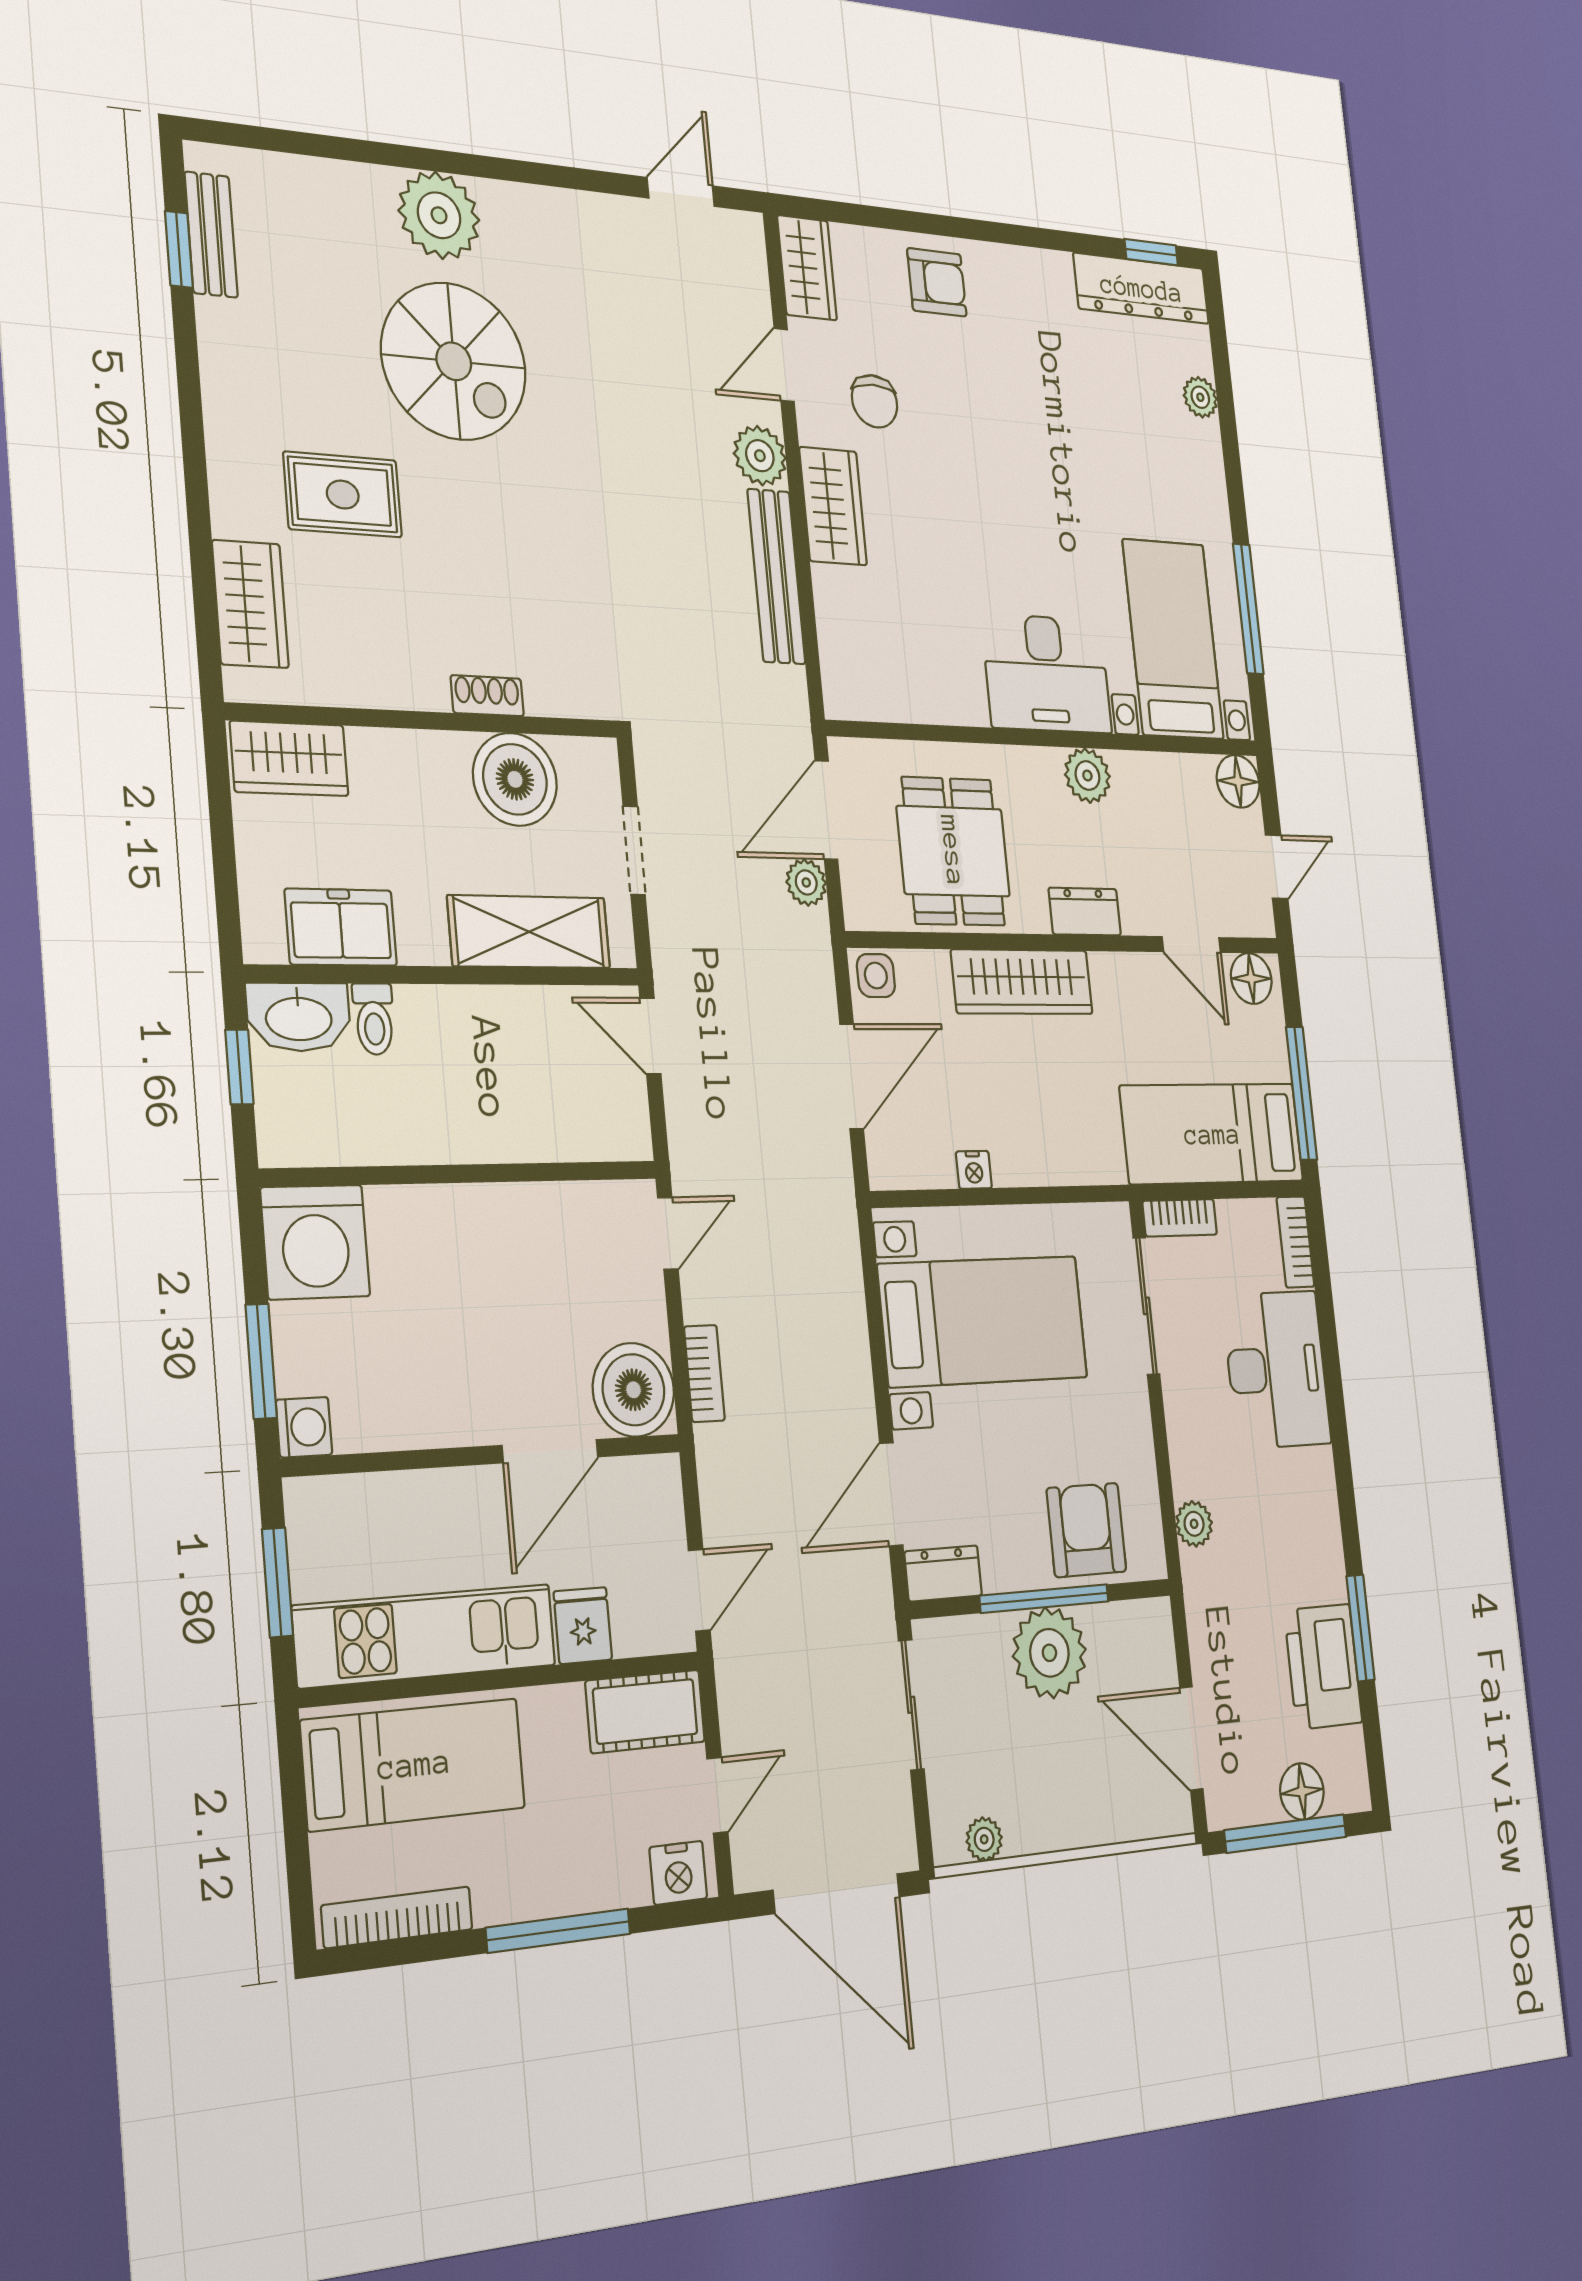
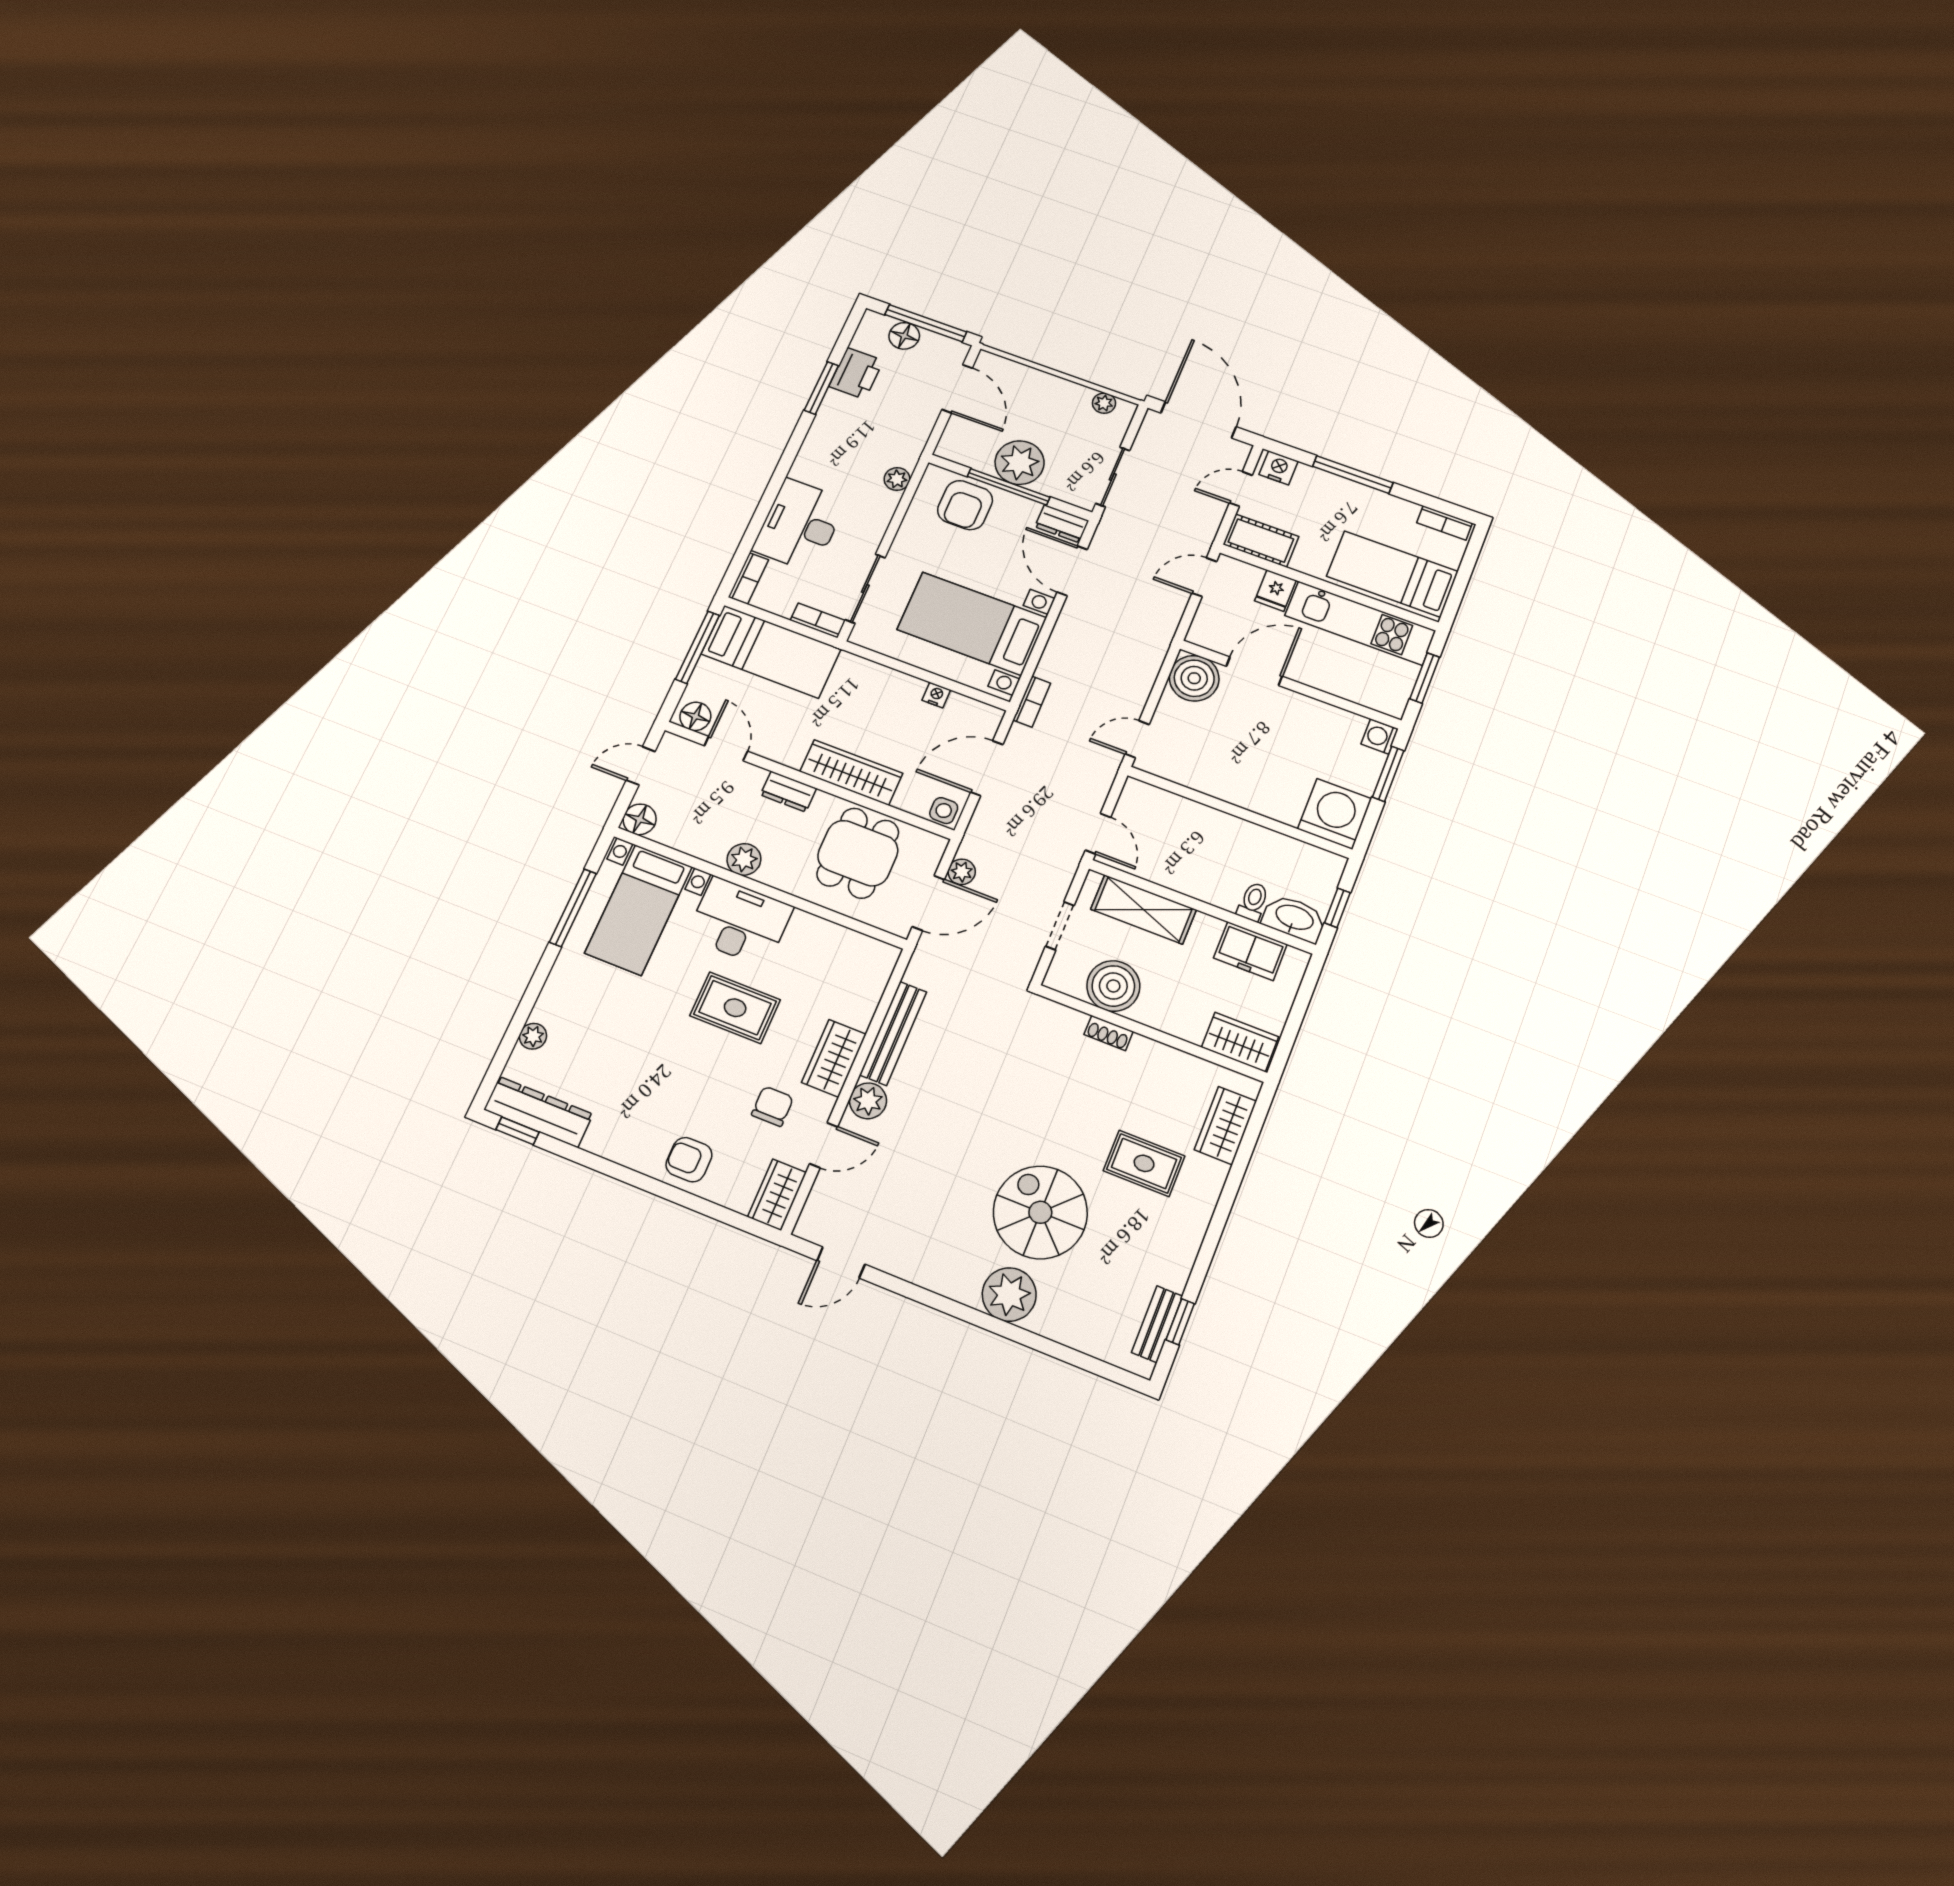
rug: (990, 536) -> (735, 1008), added
bookcase: (704, 1373) -> (1032, 702), moved, turned 180
door: (891, 1494) -> (1072, 571), swing flipped
printer: (1323, 1666) -> (856, 374), width x0.73, depth x0.84
bookcase: (397, 1917) -> (1445, 523), width x0.64

